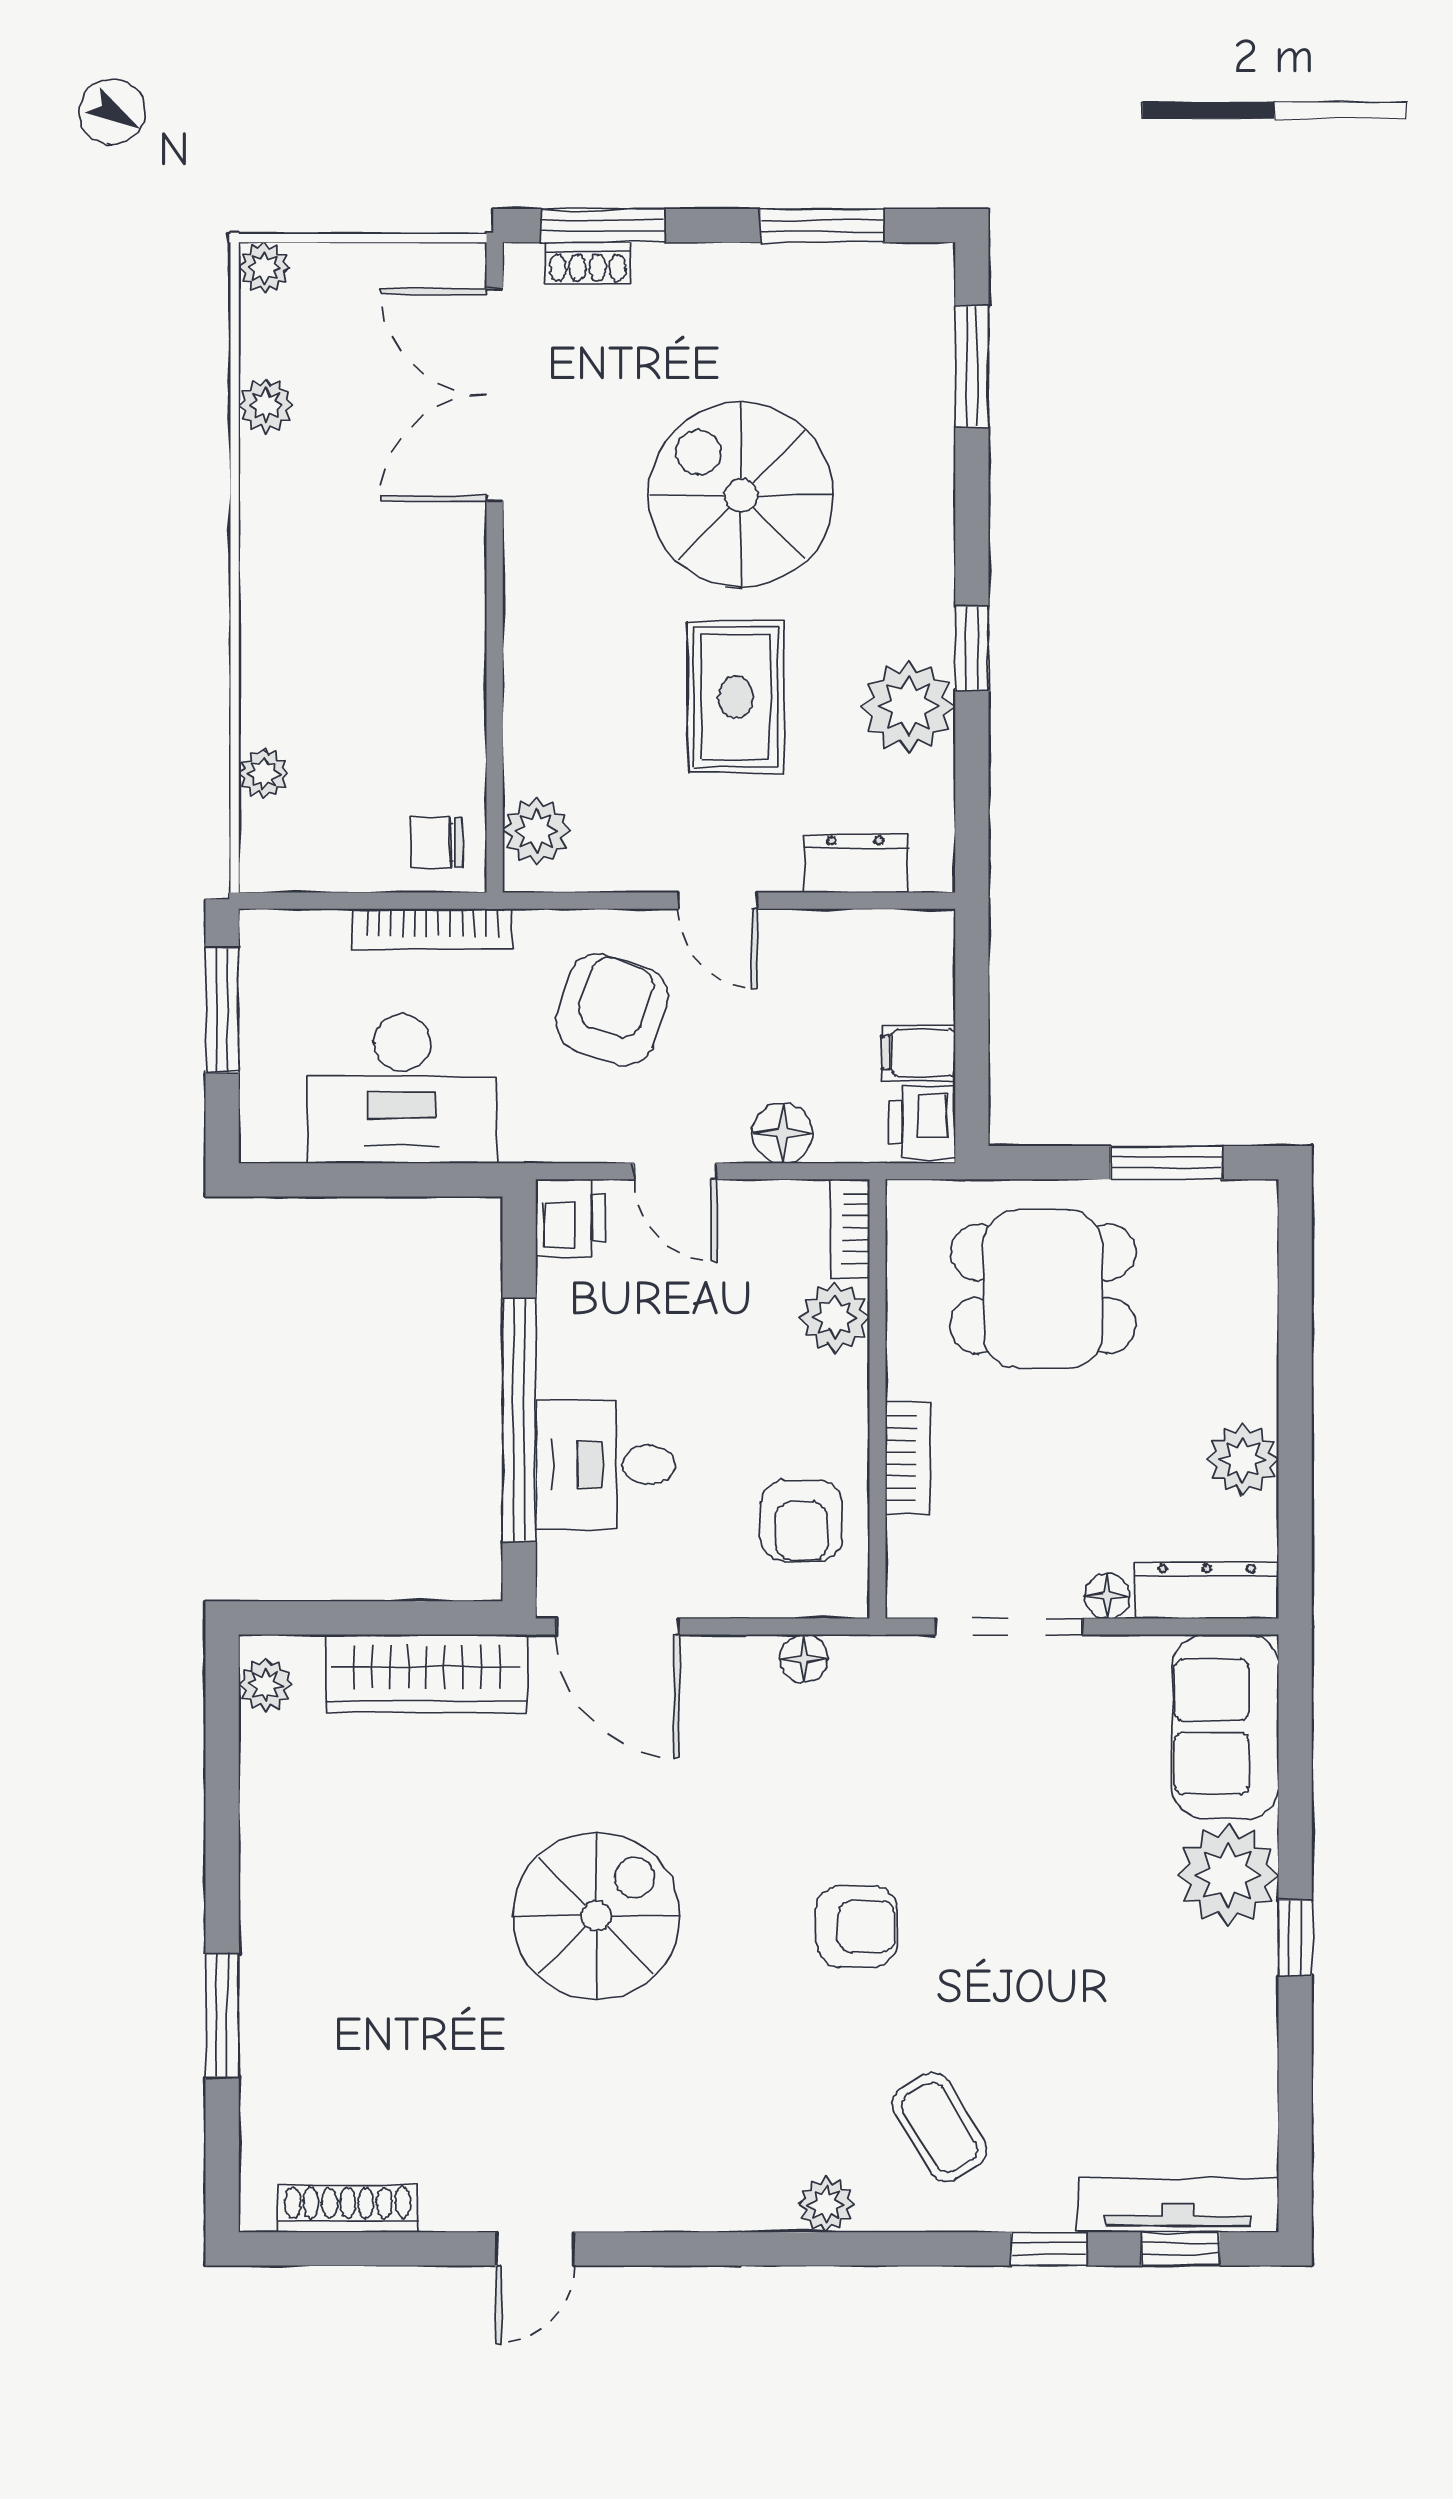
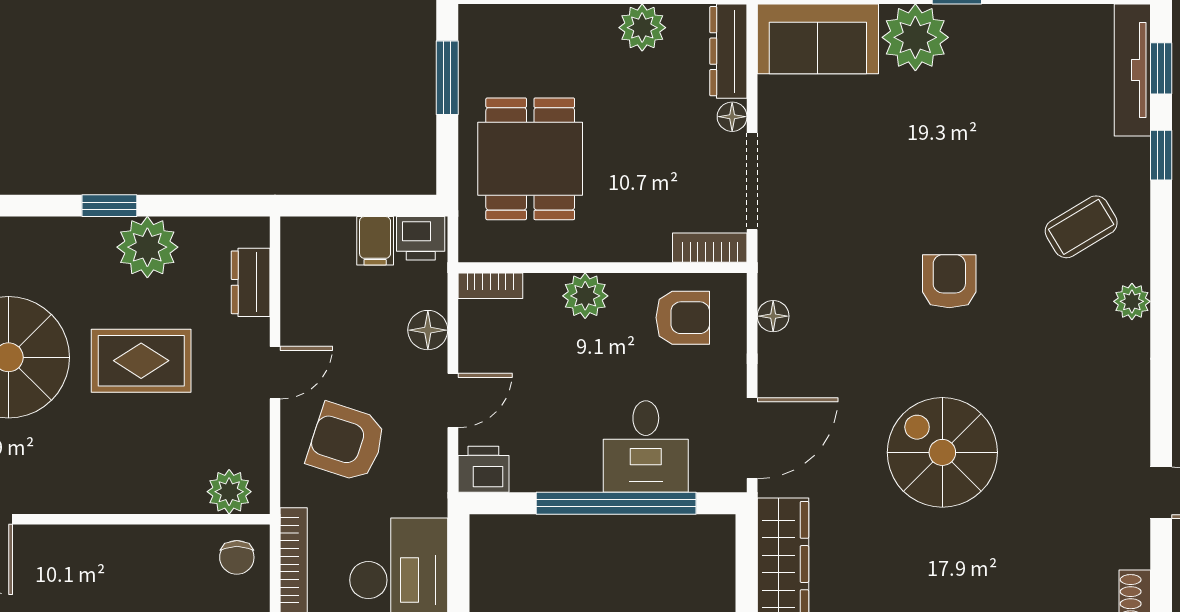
plant: (835, 1318) -> (585, 296), moved
bookcase: (908, 1458) -> (710, 248), moved

